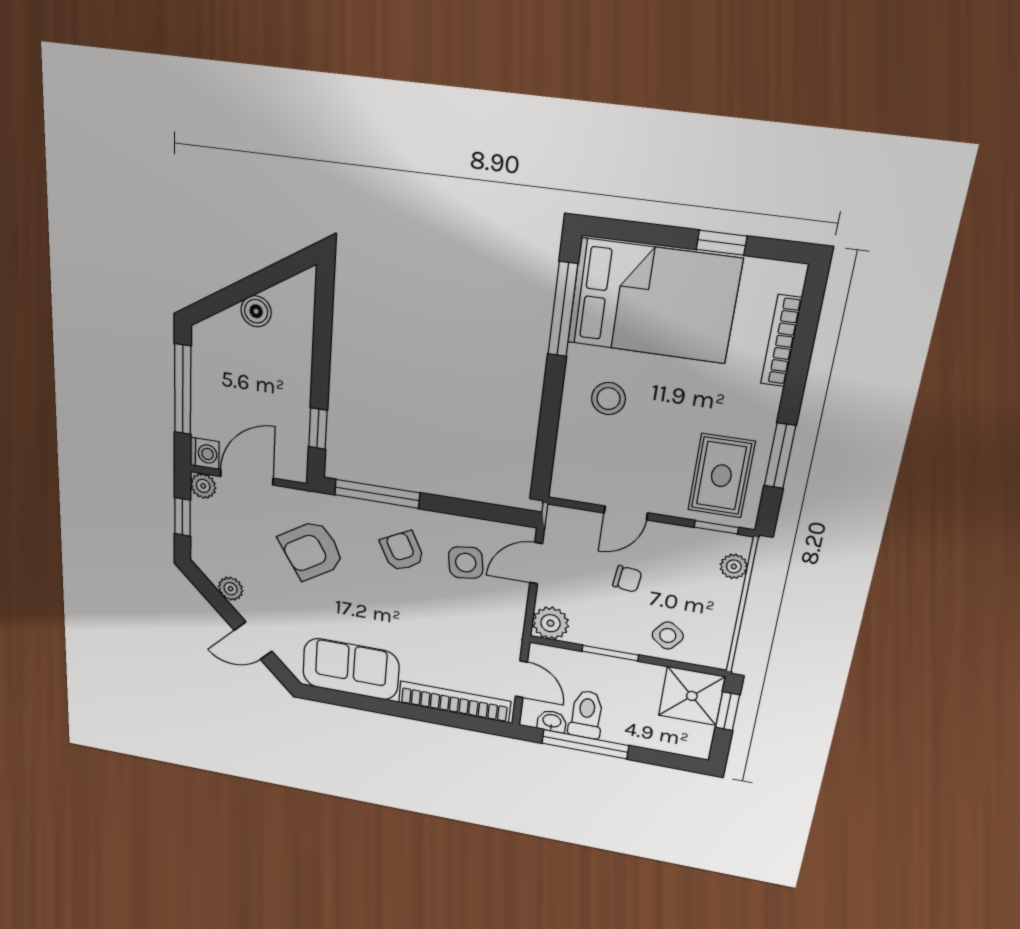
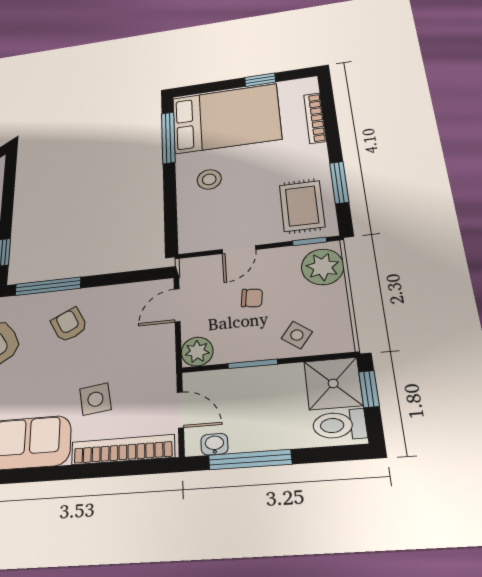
side table: (466, 563) -> (95, 399), moved
plant: (734, 566) -> (323, 267), width x1.87, depth x1.87
toilet: (586, 714) -> (339, 425), moved, turned -90

